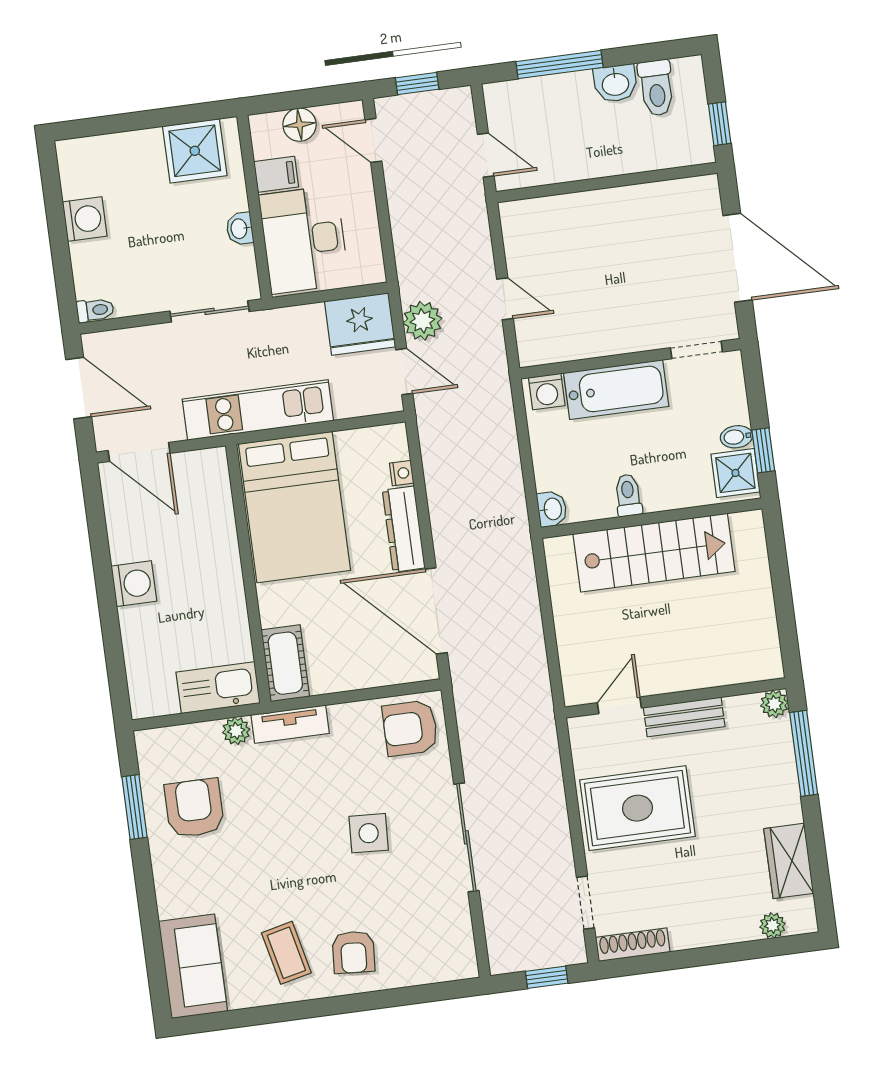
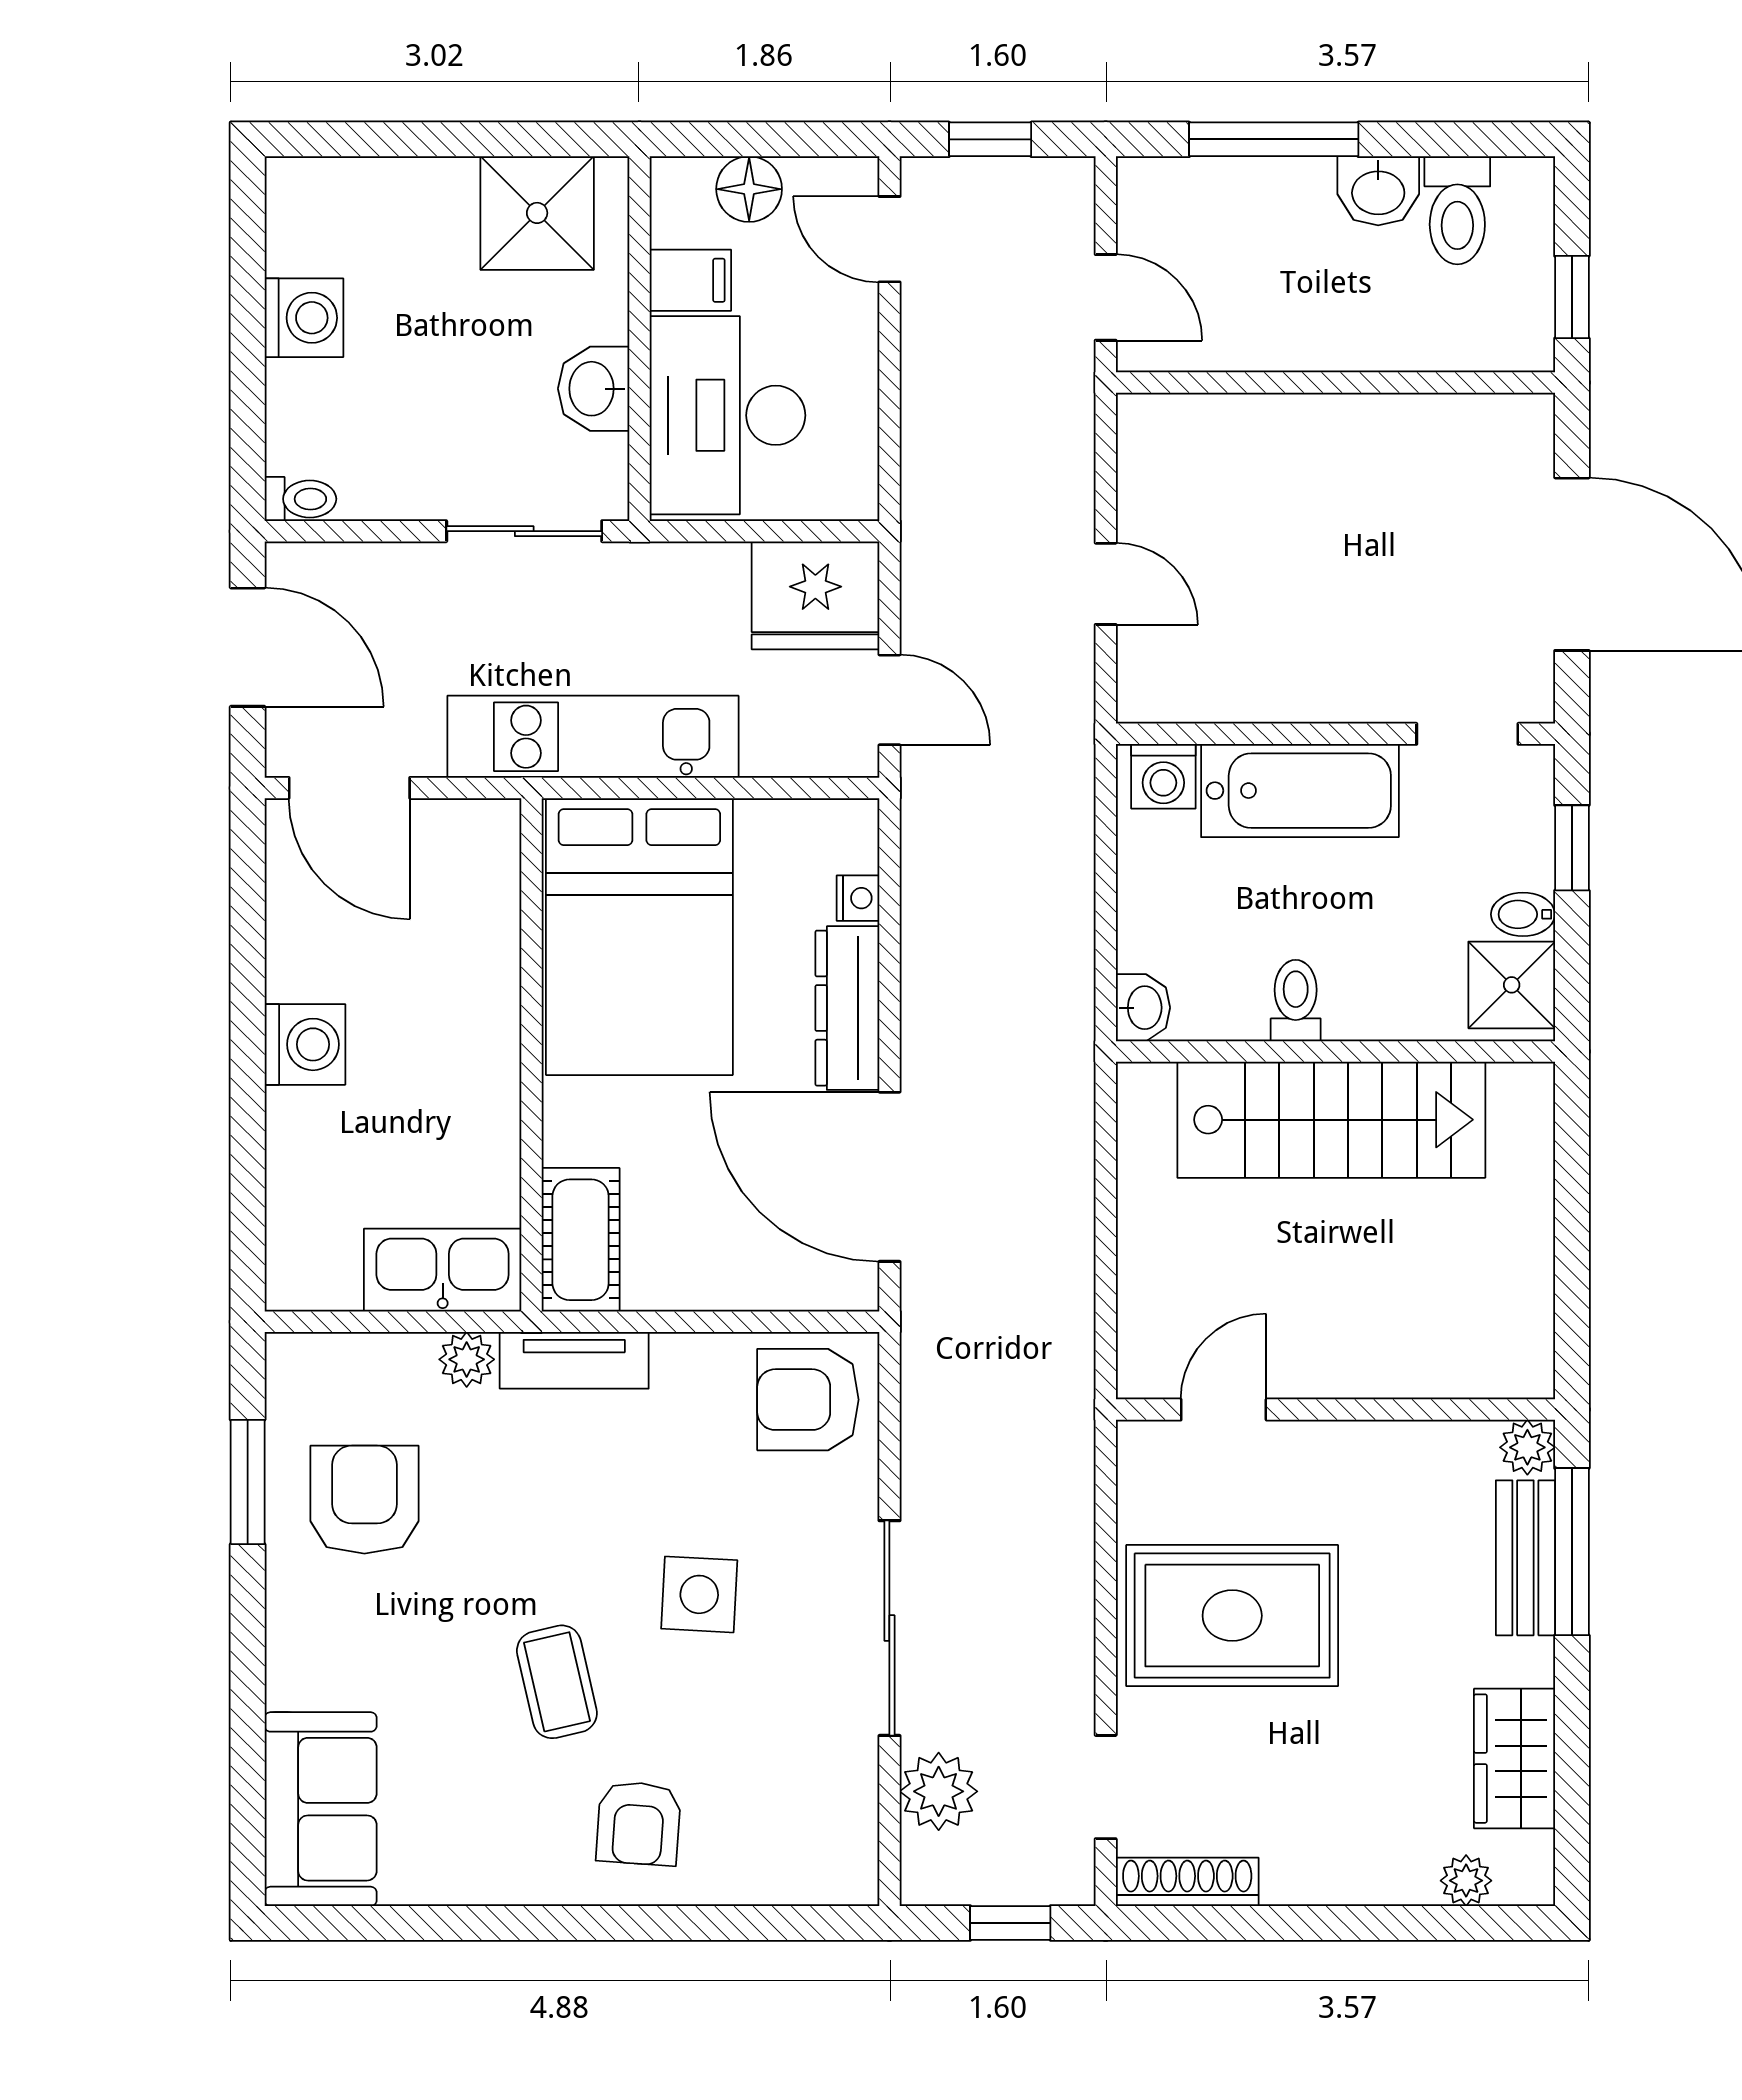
washbasin: (240, 229) -> (594, 389), width x1.38, depth x1.45
plant: (422, 321) -> (939, 1791), moved
window: (763, 450) -> (1572, 848), moved
bench: (684, 717) -> (1525, 1558), moved, turned 90
coffee table: (286, 953) -> (557, 1682), moved

